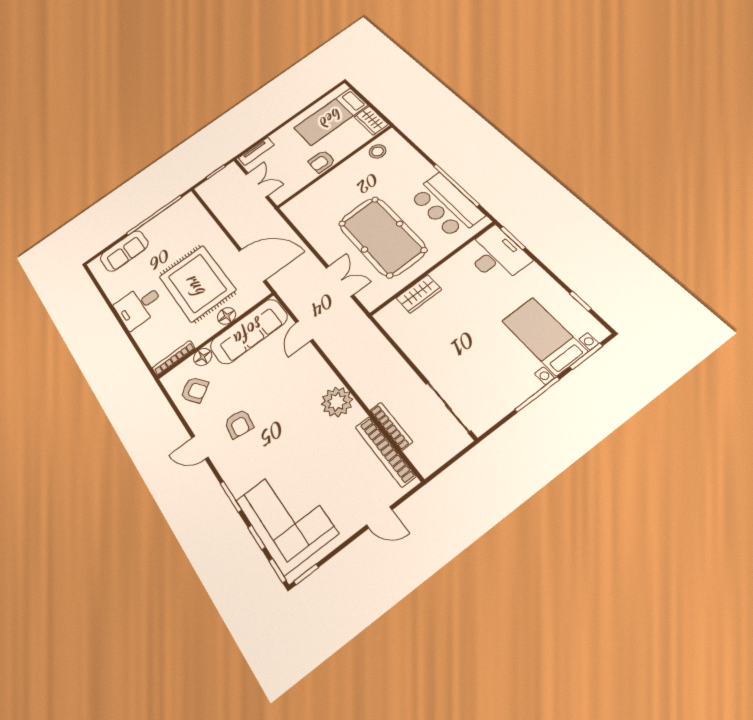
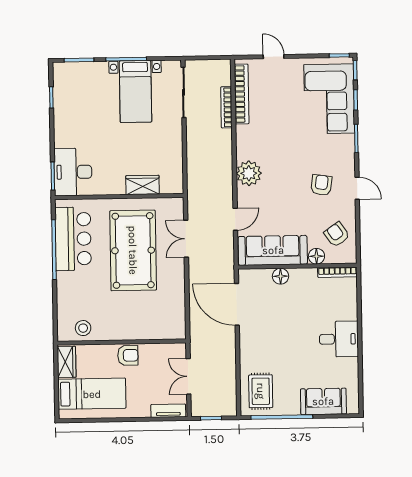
rug: (197, 283) -> (261, 391), moved, width x0.54, depth x0.49
bed with nightstands: (544, 336) -> (135, 91), moved
plant: (337, 402) -> (249, 173), moved

